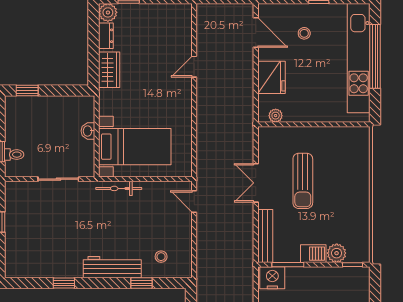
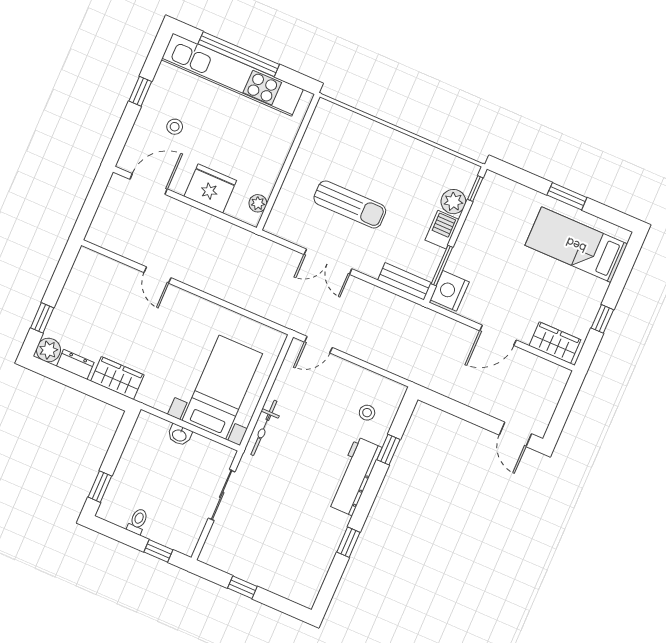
toilet: (14, 155) -> (138, 521), moved
bench: (265, 236) -> (405, 281), width x0.73

